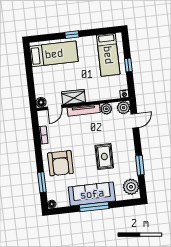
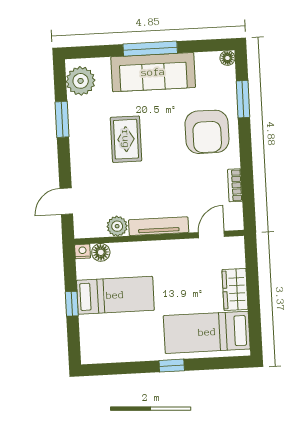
bed: (108, 55) -> (115, 295), moved, turned 90
wardrobe: (73, 97) -> (235, 289), moved, turned 90
floor lamp: (41, 102) -> (101, 252), moved
plant: (124, 108) -> (85, 226), removed
armchair: (60, 163) -> (207, 132), turned 180

